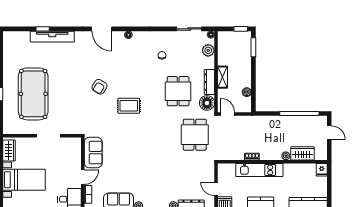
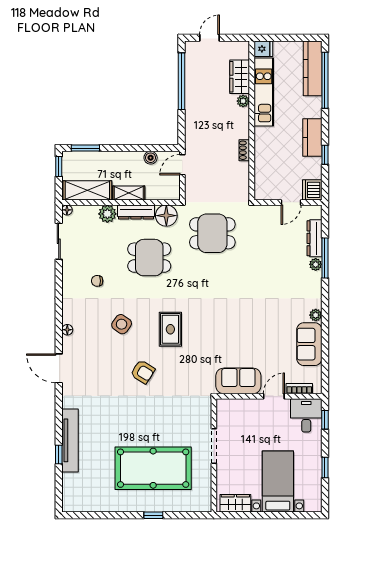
door: (102, 29) -> (59, 368), swing flipped
shelving: (224, 49) -> (87, 190), added
plant: (208, 50) -> (107, 214), moved
side table: (132, 72) -> (122, 324), added
door: (228, 114) -> (182, 165), moved
kitchen unit: (259, 170) -> (264, 92), moved
door: (83, 177) -> (274, 396), hinge flipped

